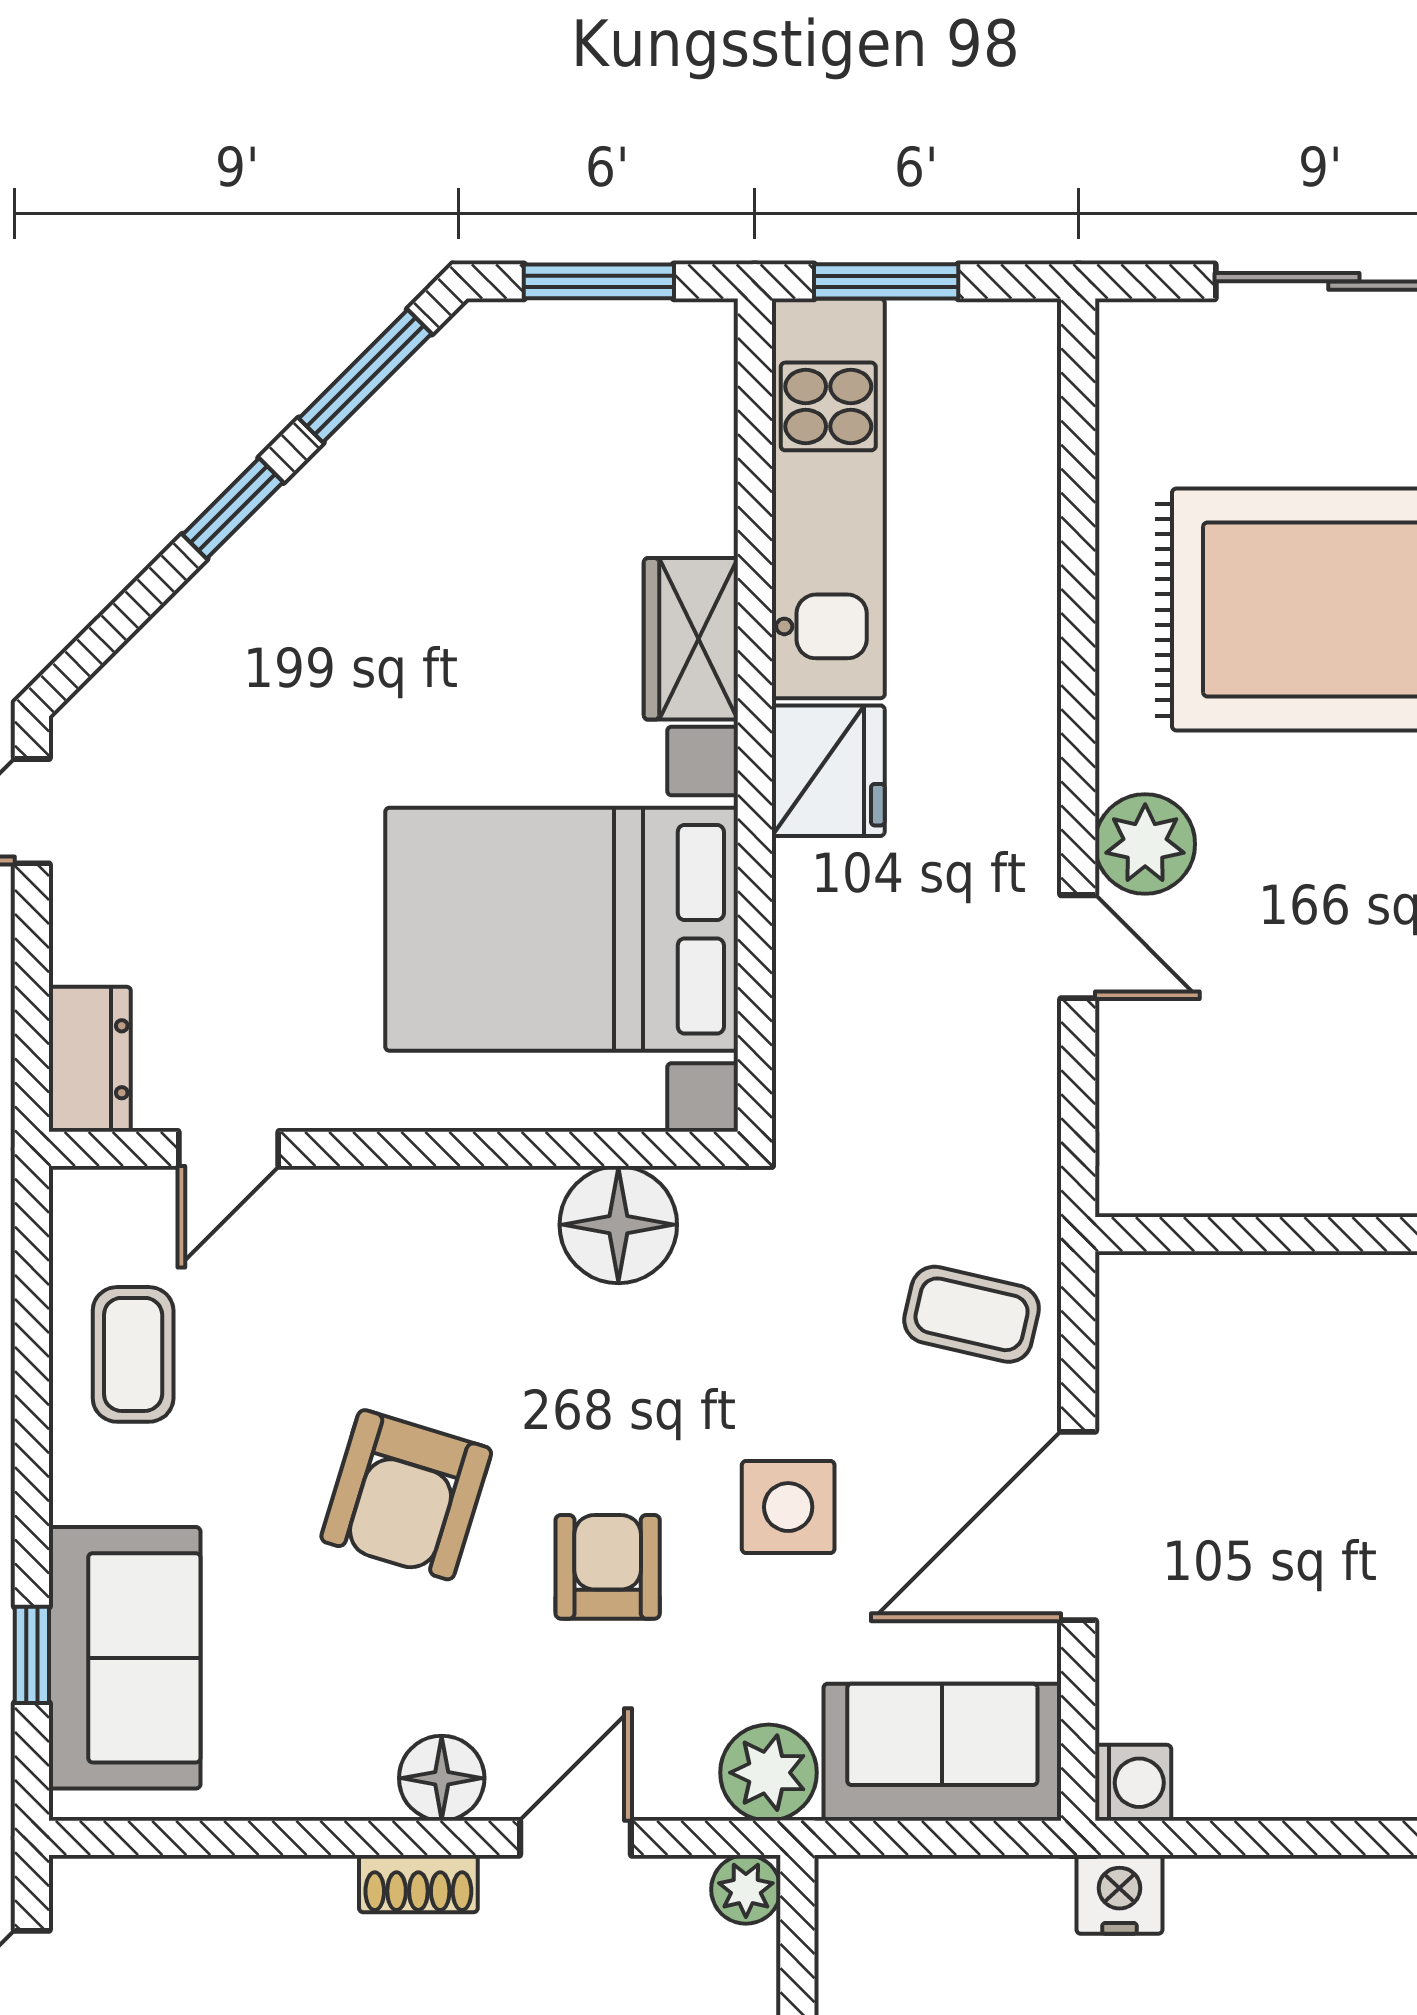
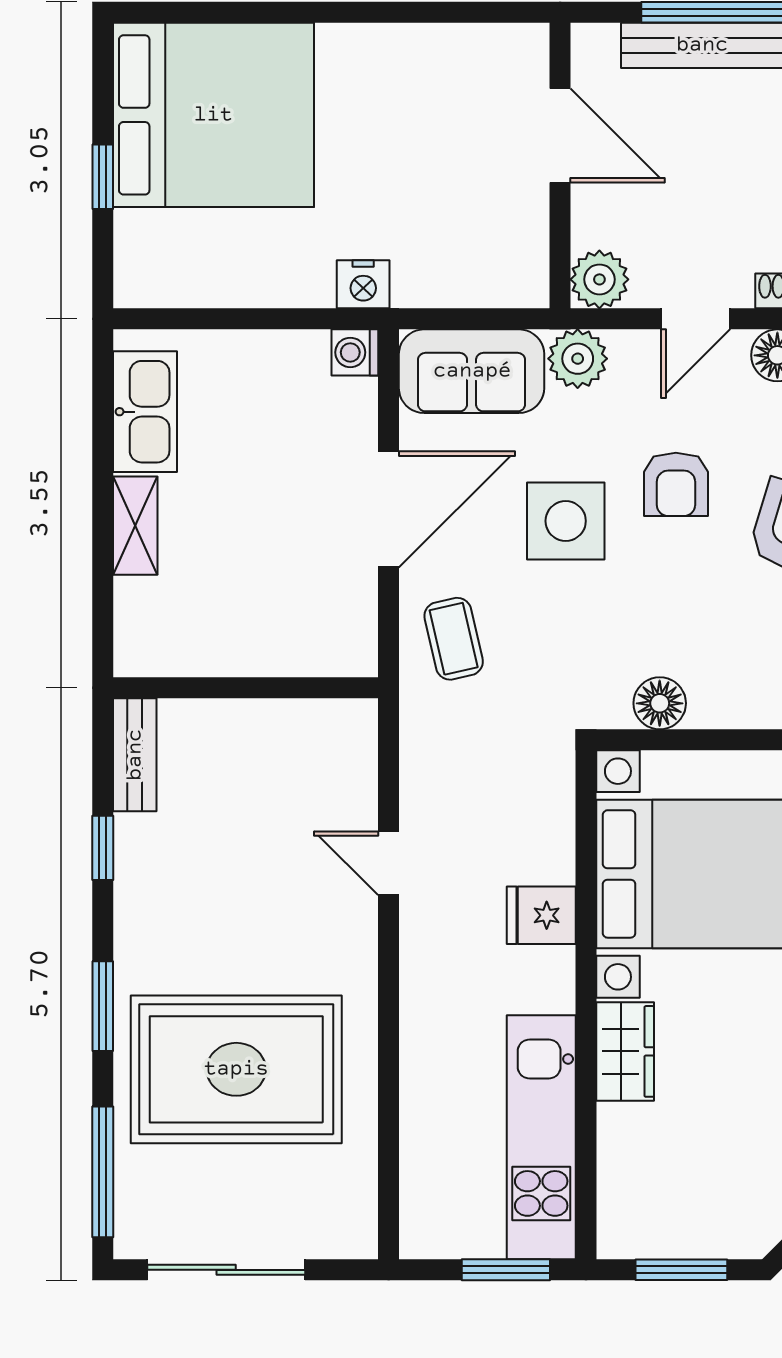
fridge: (828, 771) -> (541, 915), moved, width x0.72
plant: (1145, 844) -> (348, 926), removed
floor lamp: (618, 1225) -> (660, 703), width x0.73, depth x0.73
coffee table: (972, 1314) -> (454, 639), turned 64
side table: (788, 1507) -> (566, 521), width x1.37, depth x1.37
plant: (746, 1889) -> (599, 279), width x1.38, depth x1.38

